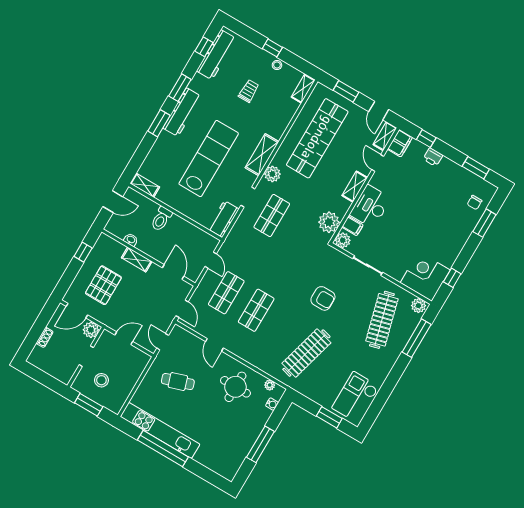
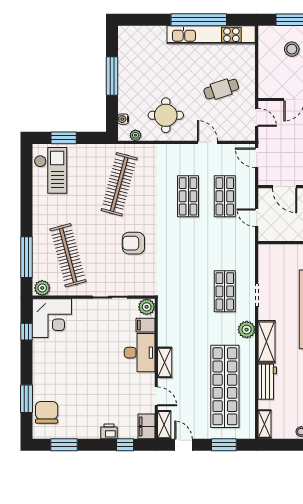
chair: (475, 202) -> (47, 412), width x1.87, depth x1.87
workbench: (223, 219) -> (267, 382), moved
plant: (329, 222) -> (169, 316), removed

